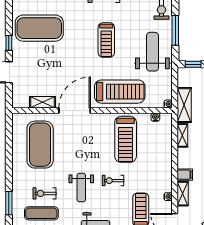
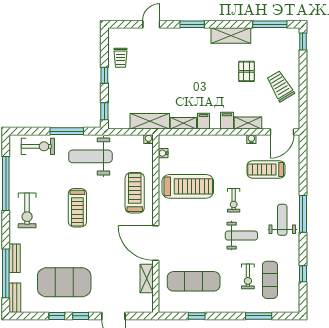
window: (9, 22) -> (57, 316), added
exercise mat: (39, 28) -> (64, 282), turned 90
treadmill: (106, 40) -> (77, 208), turned 90
treadmill: (120, 92) -> (135, 193), width x0.73, depth x0.73
exercise mat: (40, 145) -> (194, 281), width x0.68
window: (9, 147) -> (197, 316), added
filing cabinet: (184, 154) -> (204, 121), added

